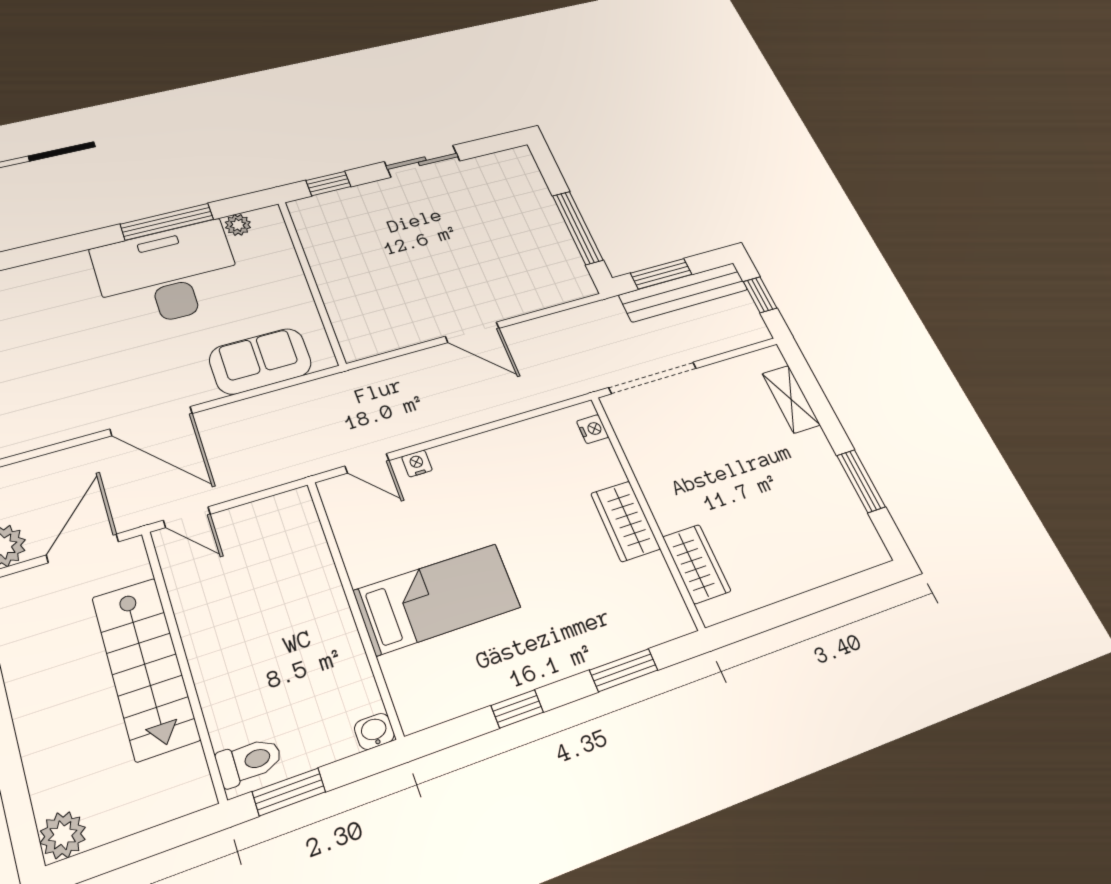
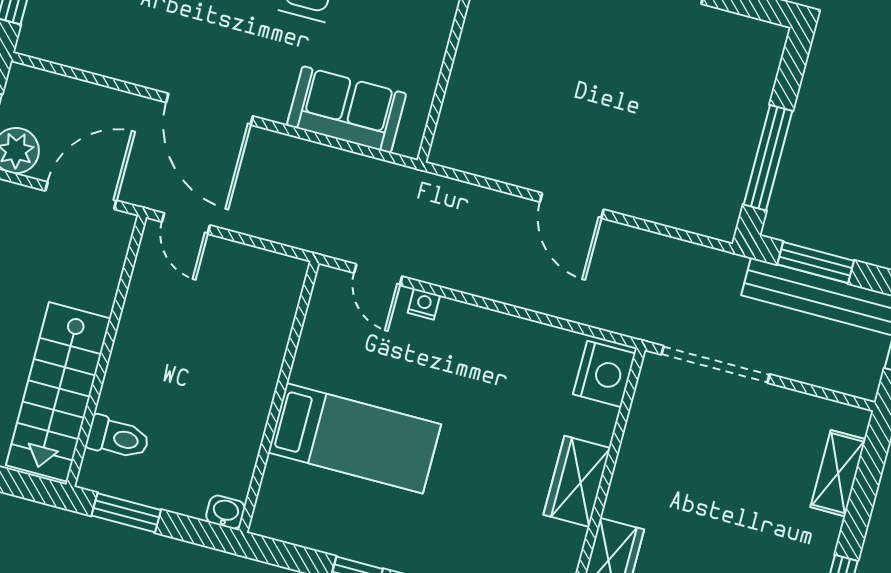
nightstand: (593, 429) -> (604, 374), width x1.89, depth x1.79
stairs: (145, 668) -> (58, 392), moved
toilet: (249, 761) -> (118, 438), moved

